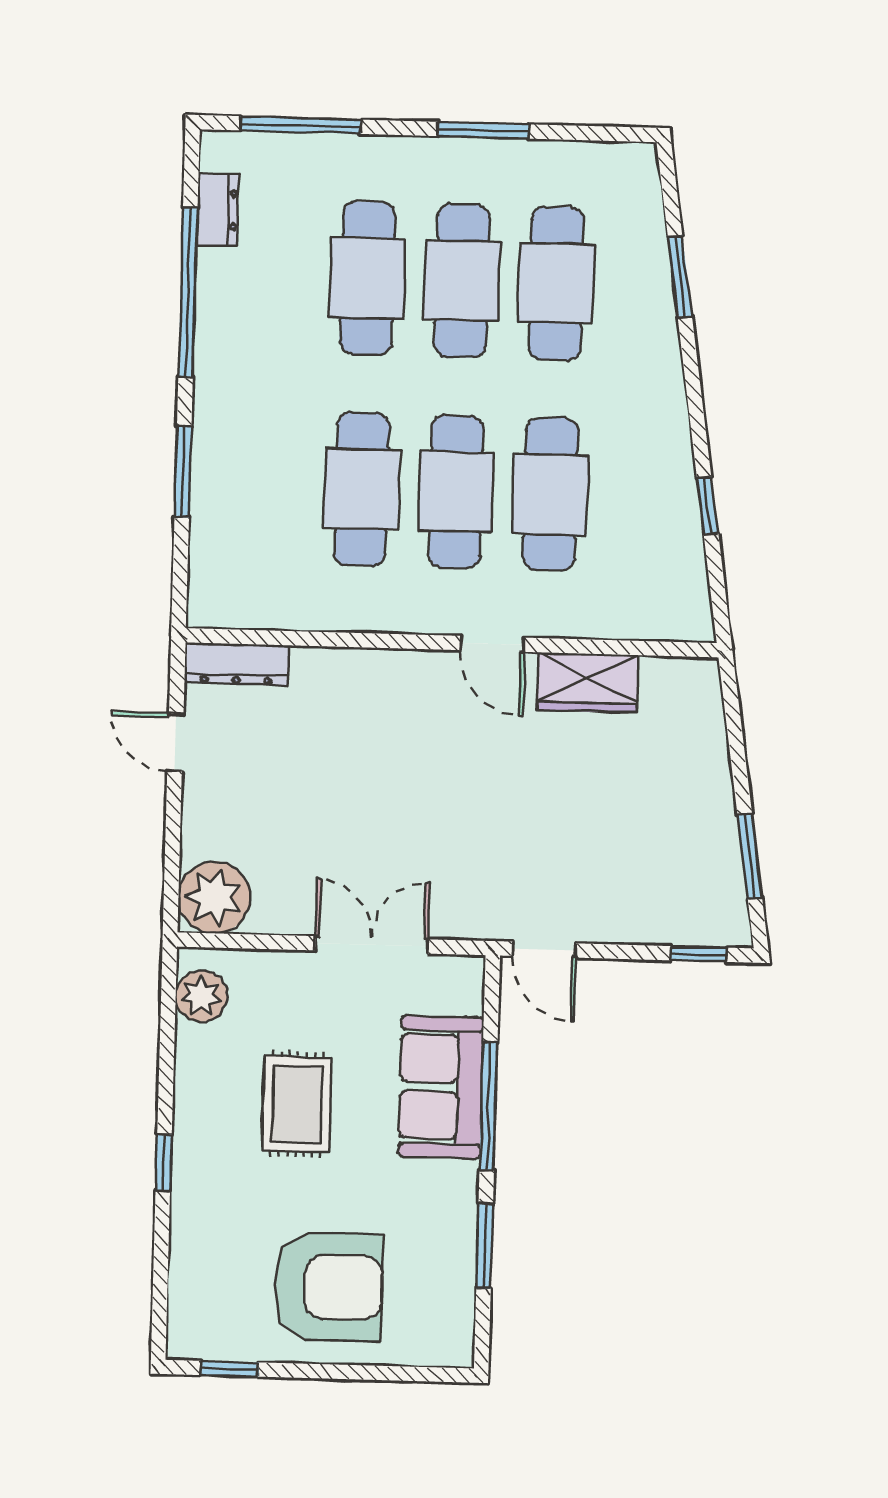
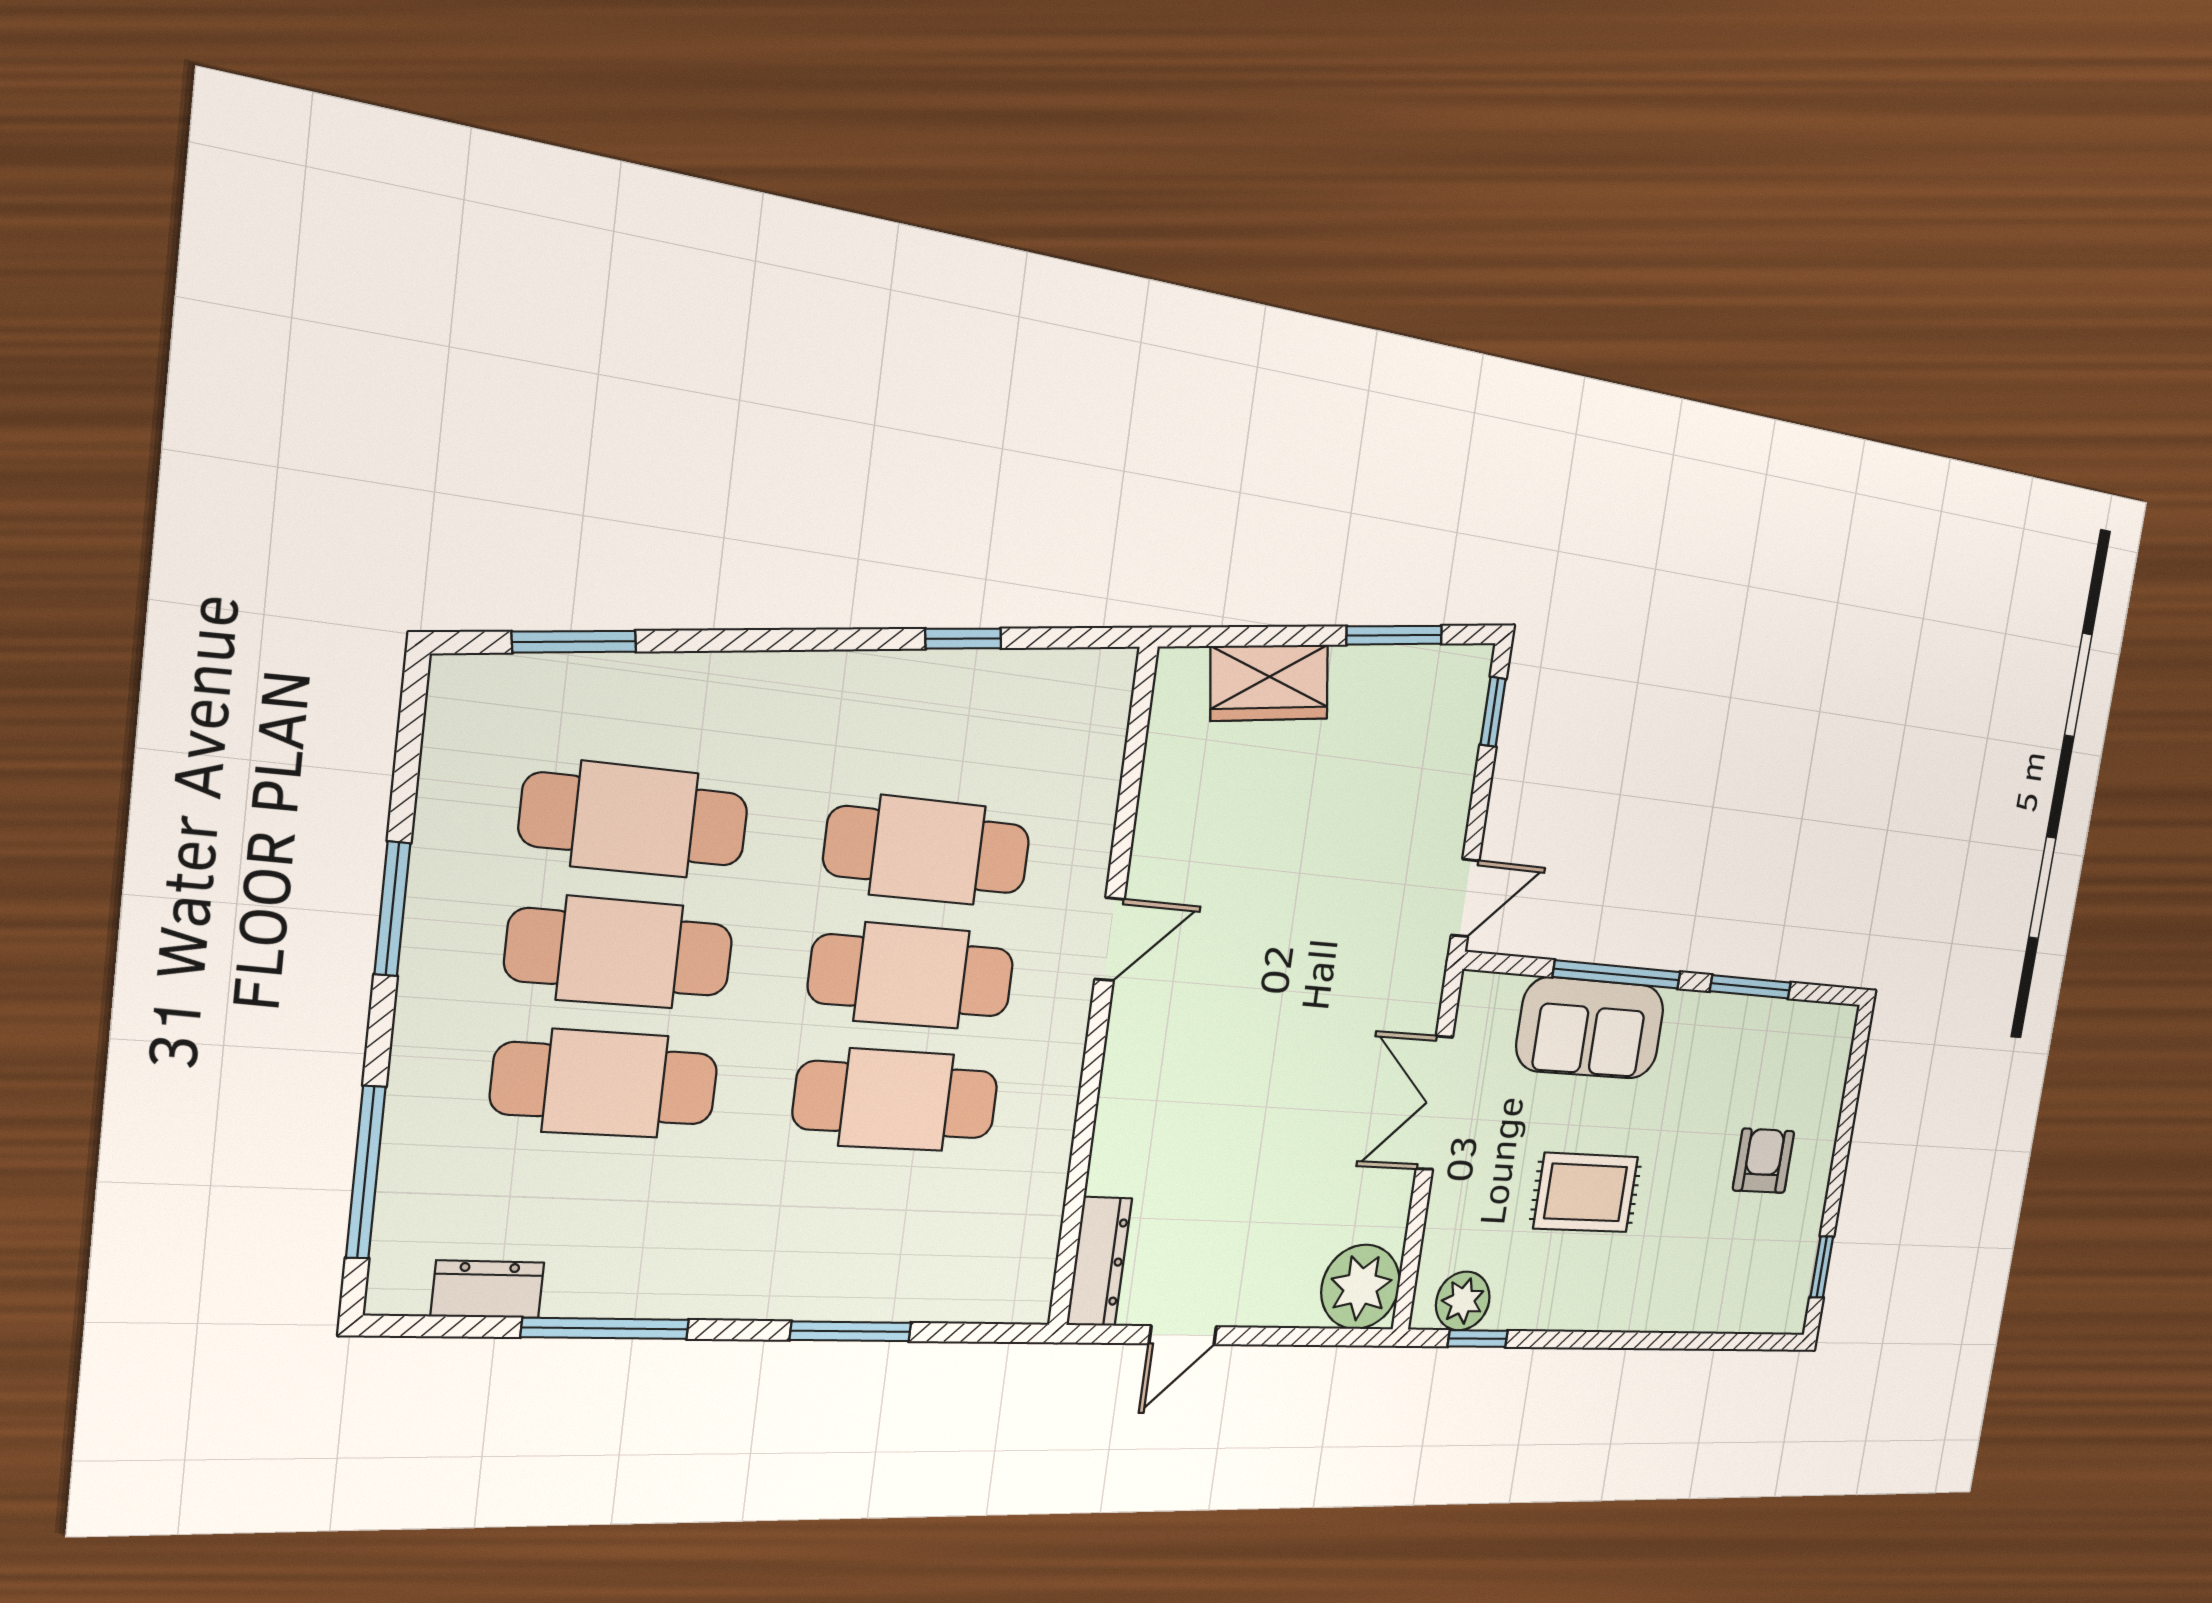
window: (680, 277) -> (574, 642), moved
window: (188, 292) -> (606, 1328), width x0.68
wardrobe: (588, 683) -> (1269, 683), moved, turned 82
window: (164, 1163) -> (1478, 1339), moved
armchair: (328, 1287) -> (1764, 1161), width x0.53, depth x0.53

